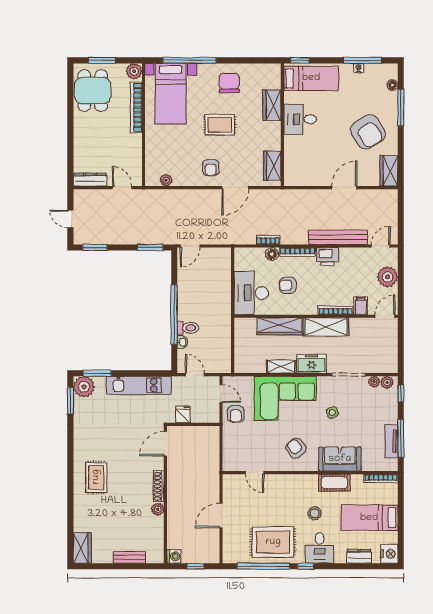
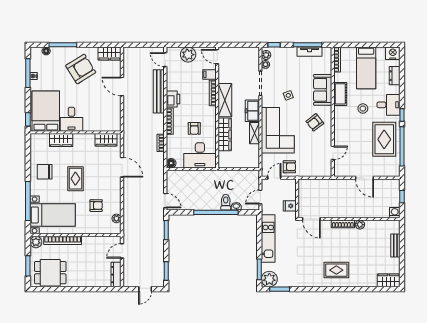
bed: (311, 78) -> (46, 111), width x1.50
armchair: (211, 168) -> (96, 206), moved
floor lamp: (272, 254) -> (171, 163), moved

